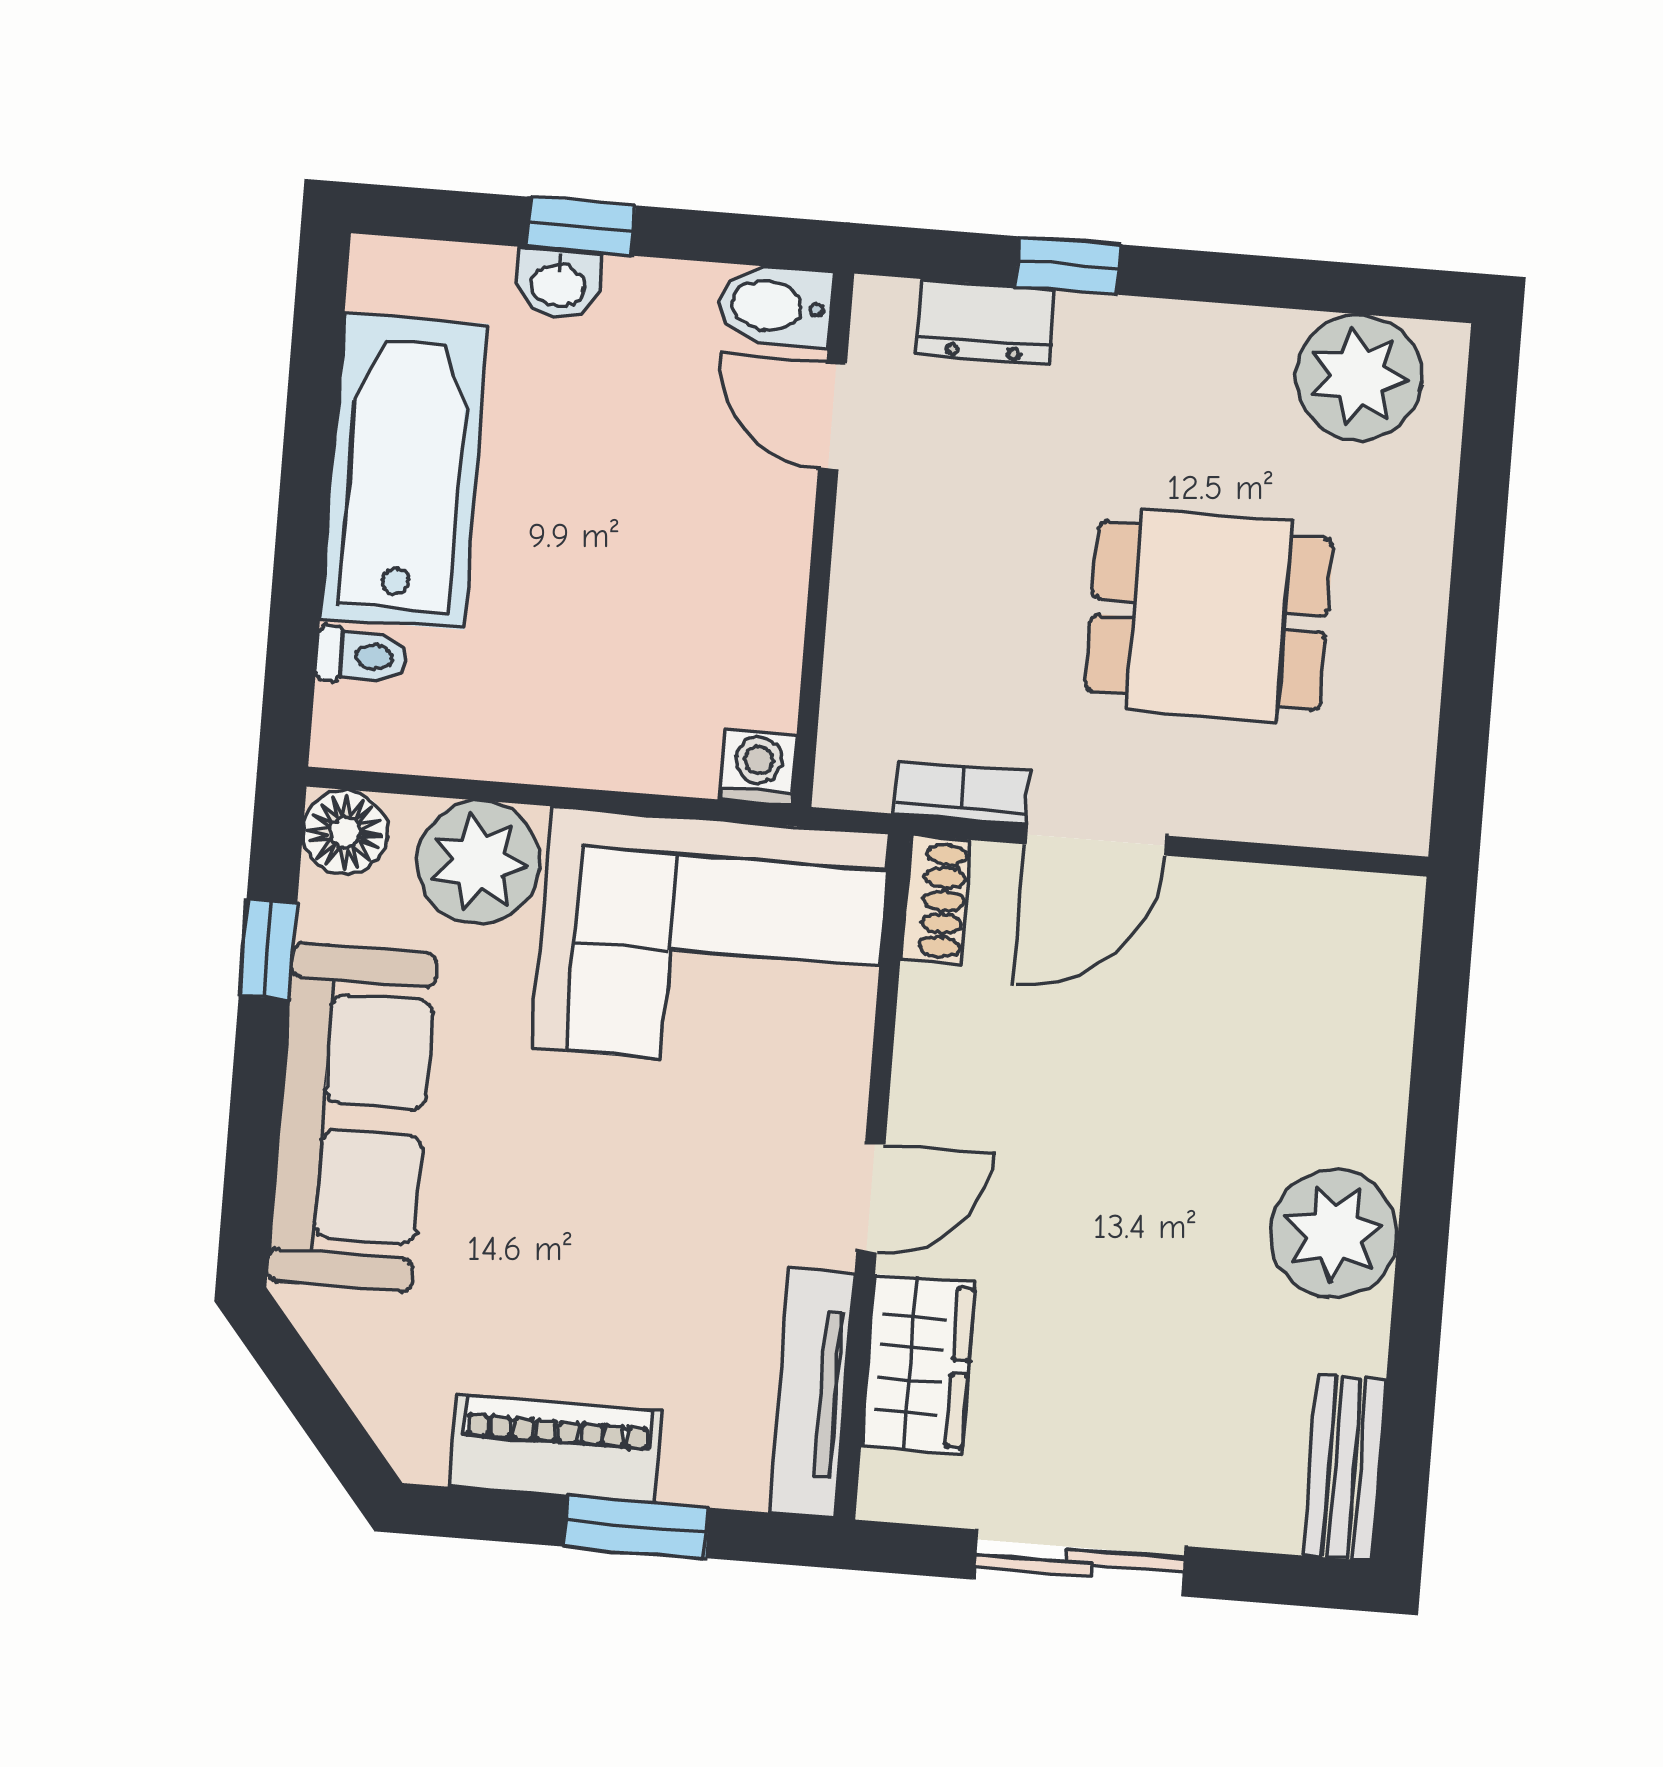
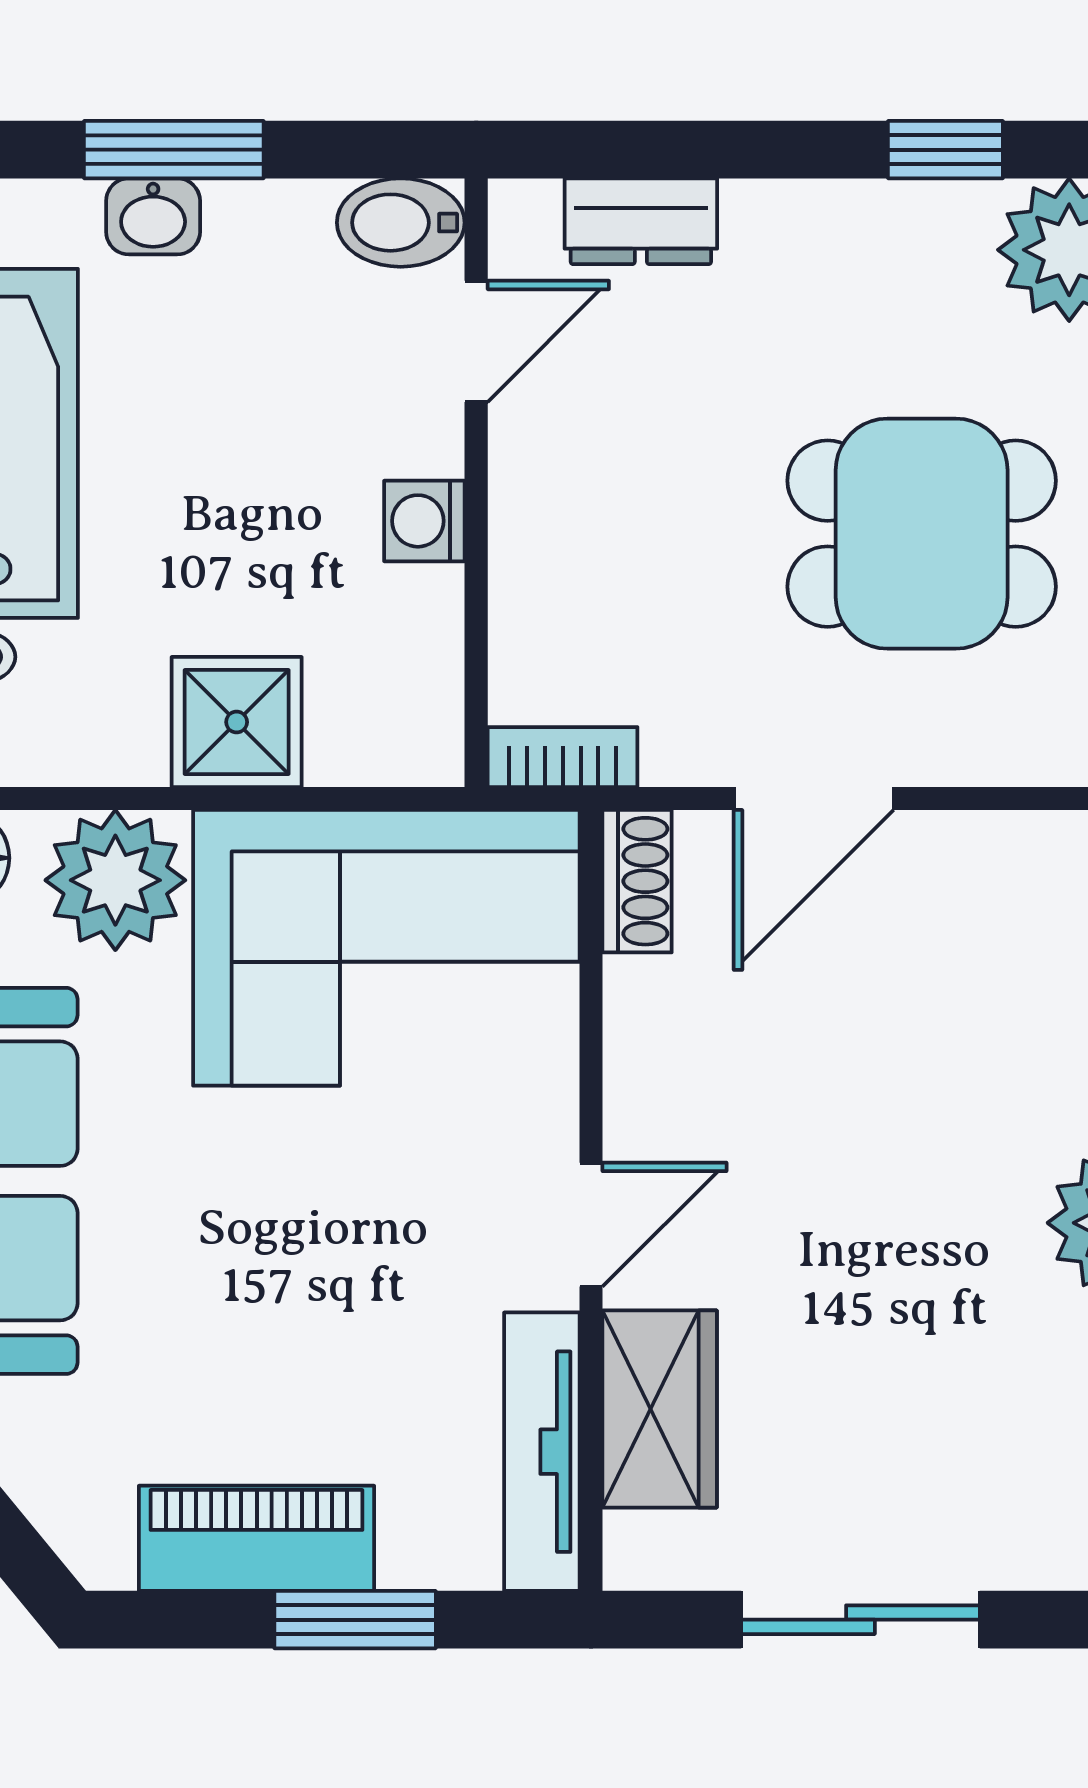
window: (581, 226) -> (174, 150), width x1.50
window: (1068, 266) -> (945, 150), moved
door: (833, 416) -> (476, 341), swing flipped
shower: (596, 732) -> (237, 722), added
washing machine: (759, 767) -> (424, 521), moved, turned -90
bookcase: (962, 793) -> (563, 757), moved

